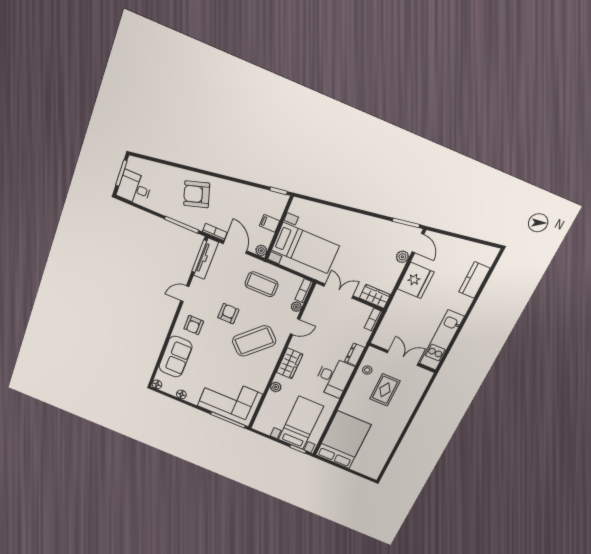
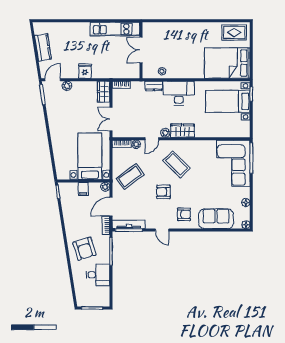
desk: (134, 188) -> (98, 275), moved, turned -90
fridge: (416, 280) -> (85, 71), width x0.53, depth x0.75
kitchen counter: (474, 280) -> (43, 47), moved, turned -99
coffee table: (262, 284) -> (130, 177), turned 54
door: (295, 327) -> (152, 139), swing flipped
coffee table: (254, 341) -> (177, 164), width x0.73, depth x0.76
plant: (276, 387) -> (165, 133), moved
rug: (385, 390) -> (234, 32), moved

